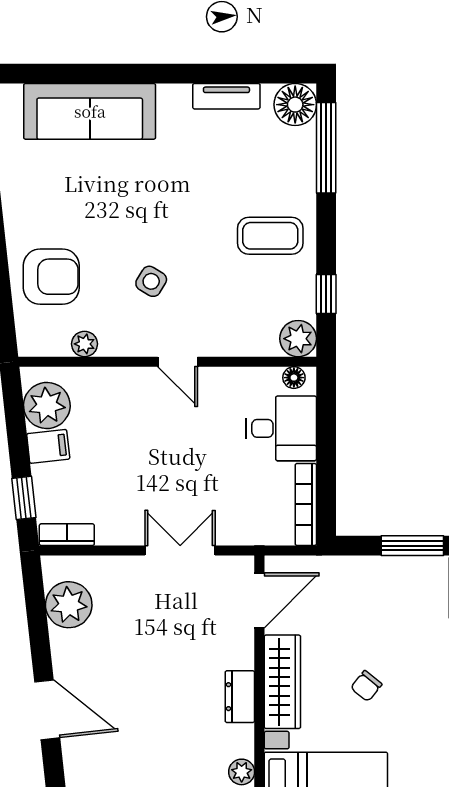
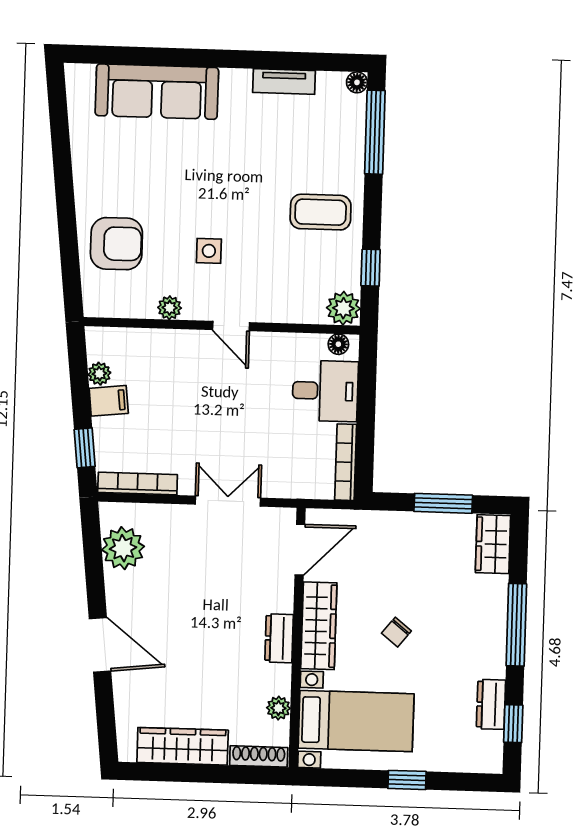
floor lamp: (295, 105) -> (357, 82), width x0.53, depth x0.53
side table: (151, 281) -> (209, 251), turned -31
plant: (85, 344) -> (170, 308), moved
plant: (47, 405) -> (99, 374), width x0.53, depth x0.53
bookcase: (67, 535) -> (138, 484), width x1.56

